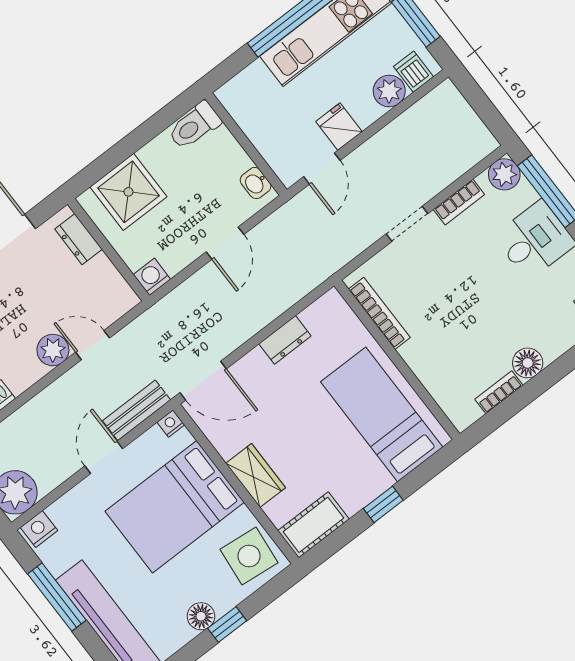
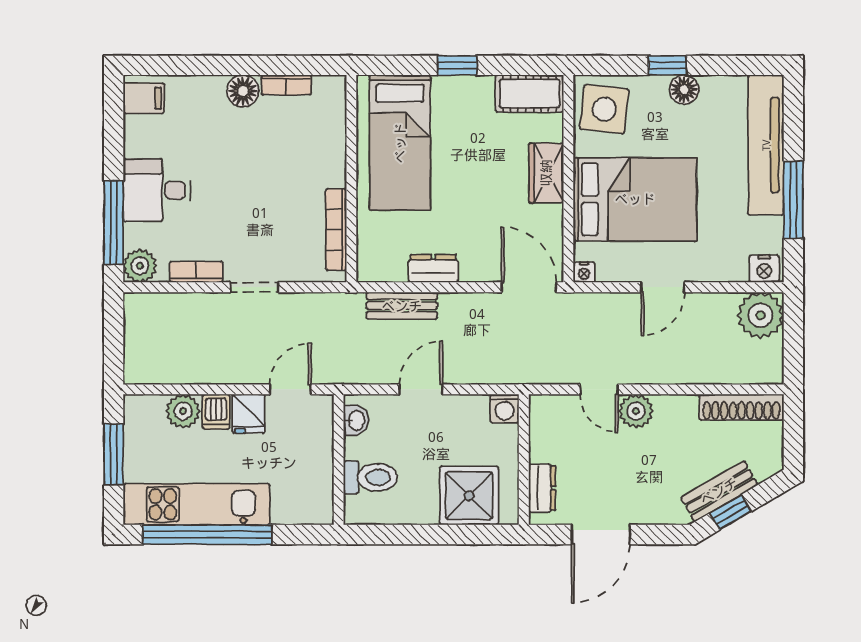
dishwasher: (413, 72) -> (216, 412), moved
toilet: (194, 126) -> (370, 477), moved
bench: (137, 410) -> (402, 306), moved

